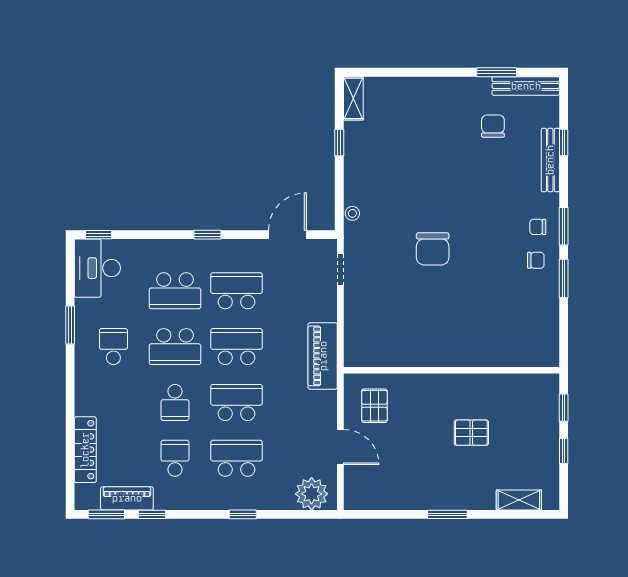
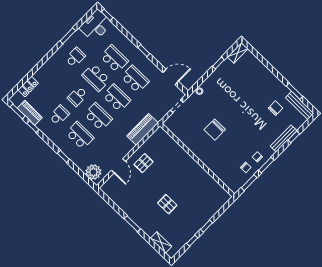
school desk: (175, 291) -> (114, 59), turned 180
wall: (451, 370) -> (197, 160), moved
locker: (85, 450) -> (28, 87), width x0.66

